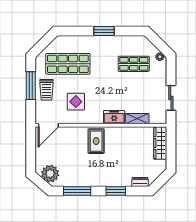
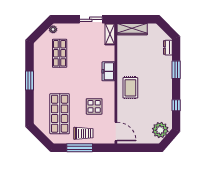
shelving: (137, 119) -> (110, 34), moved
rug: (96, 141) -> (130, 88), turned 90
window: (77, 191) -> (176, 105), width x0.46

